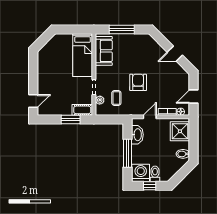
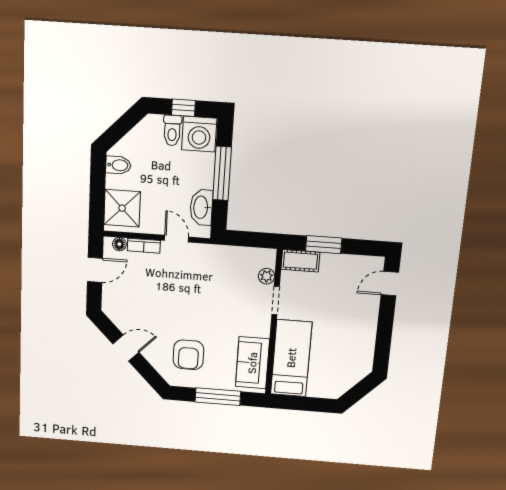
armchair: (138, 82) -> (188, 355), moved
coffee table: (116, 98) -> (236, 278), removed
door: (150, 117) -> (176, 239), swing flipped

